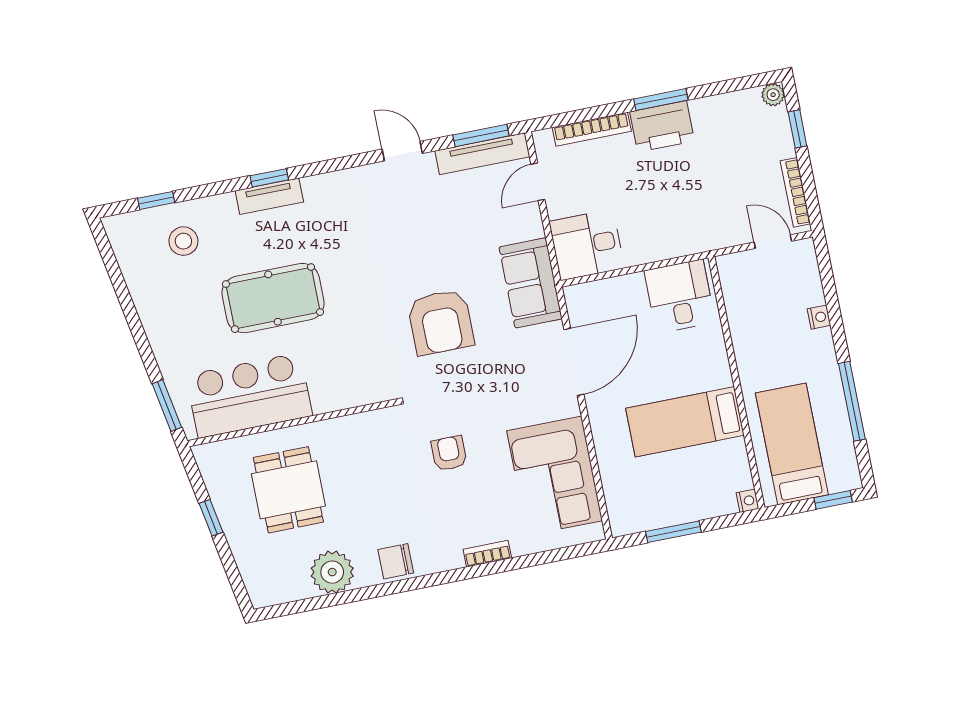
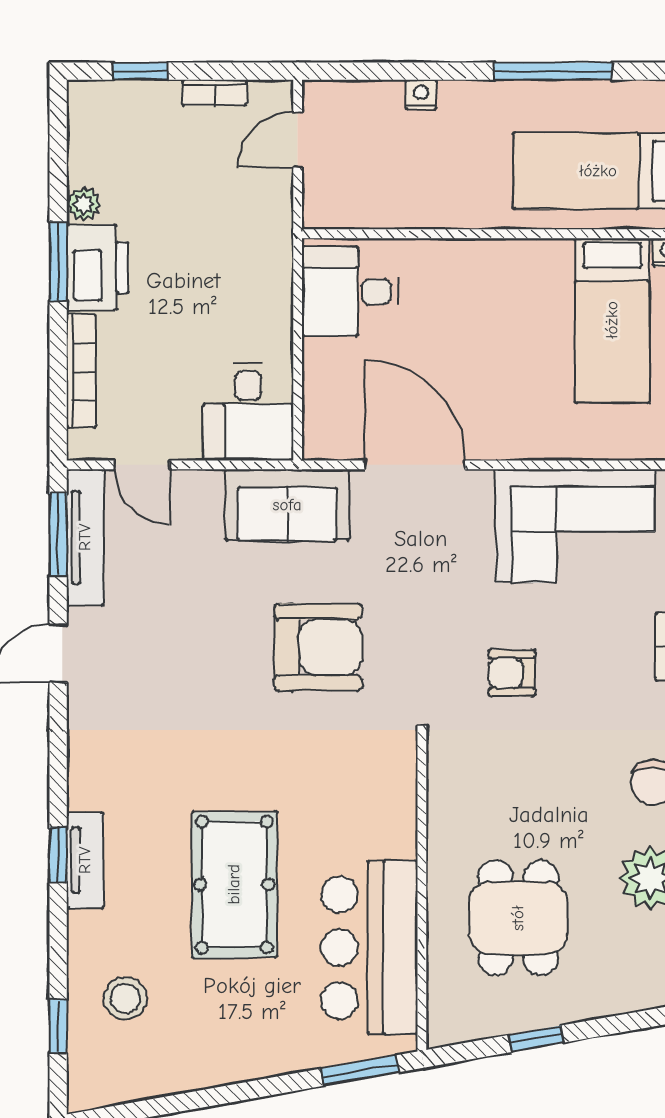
plant: (773, 95) -> (84, 204), moved
bookcase: (795, 192) -> (214, 93), width x0.64
bed: (685, 422) -> (612, 320), moved
dining table: (288, 490) -> (518, 918), turned 90

